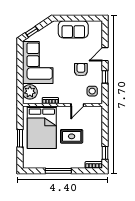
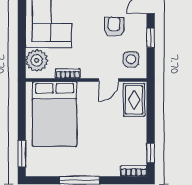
rug: (72, 136) -> (134, 100), moved, turned 90
window: (20, 138) -> (22, 154), moved

